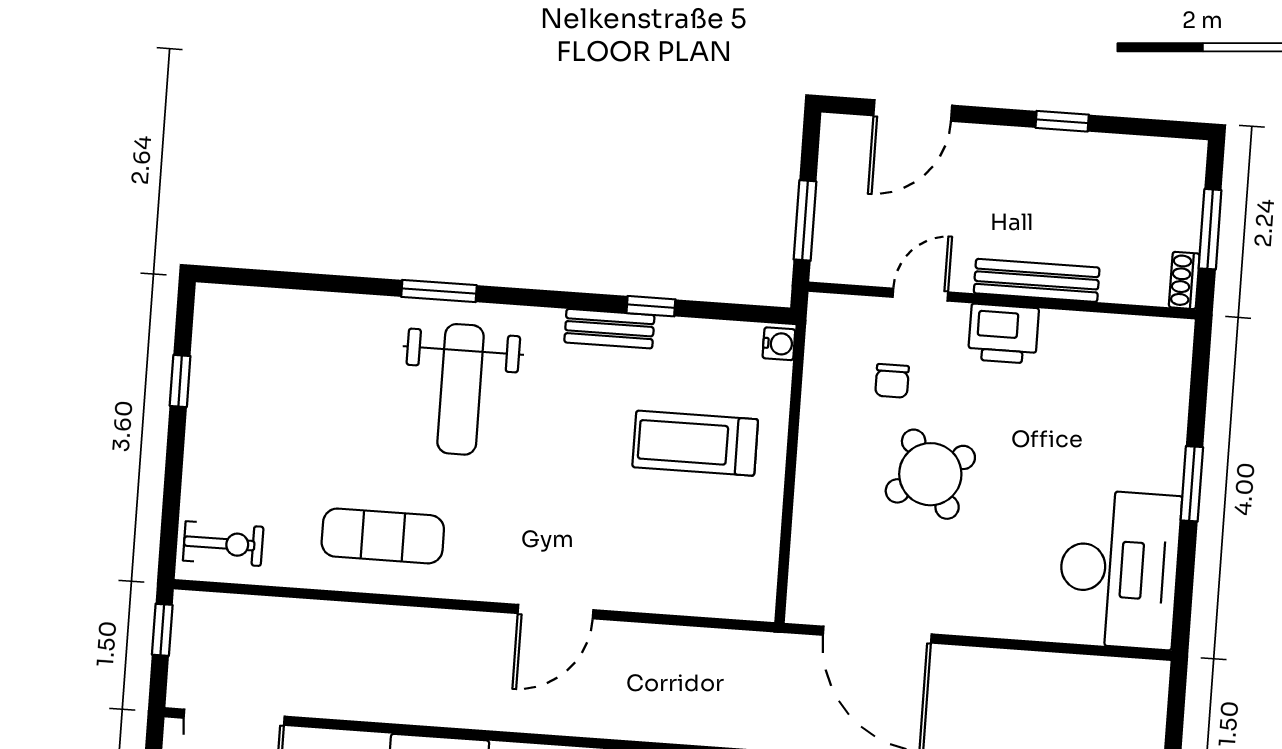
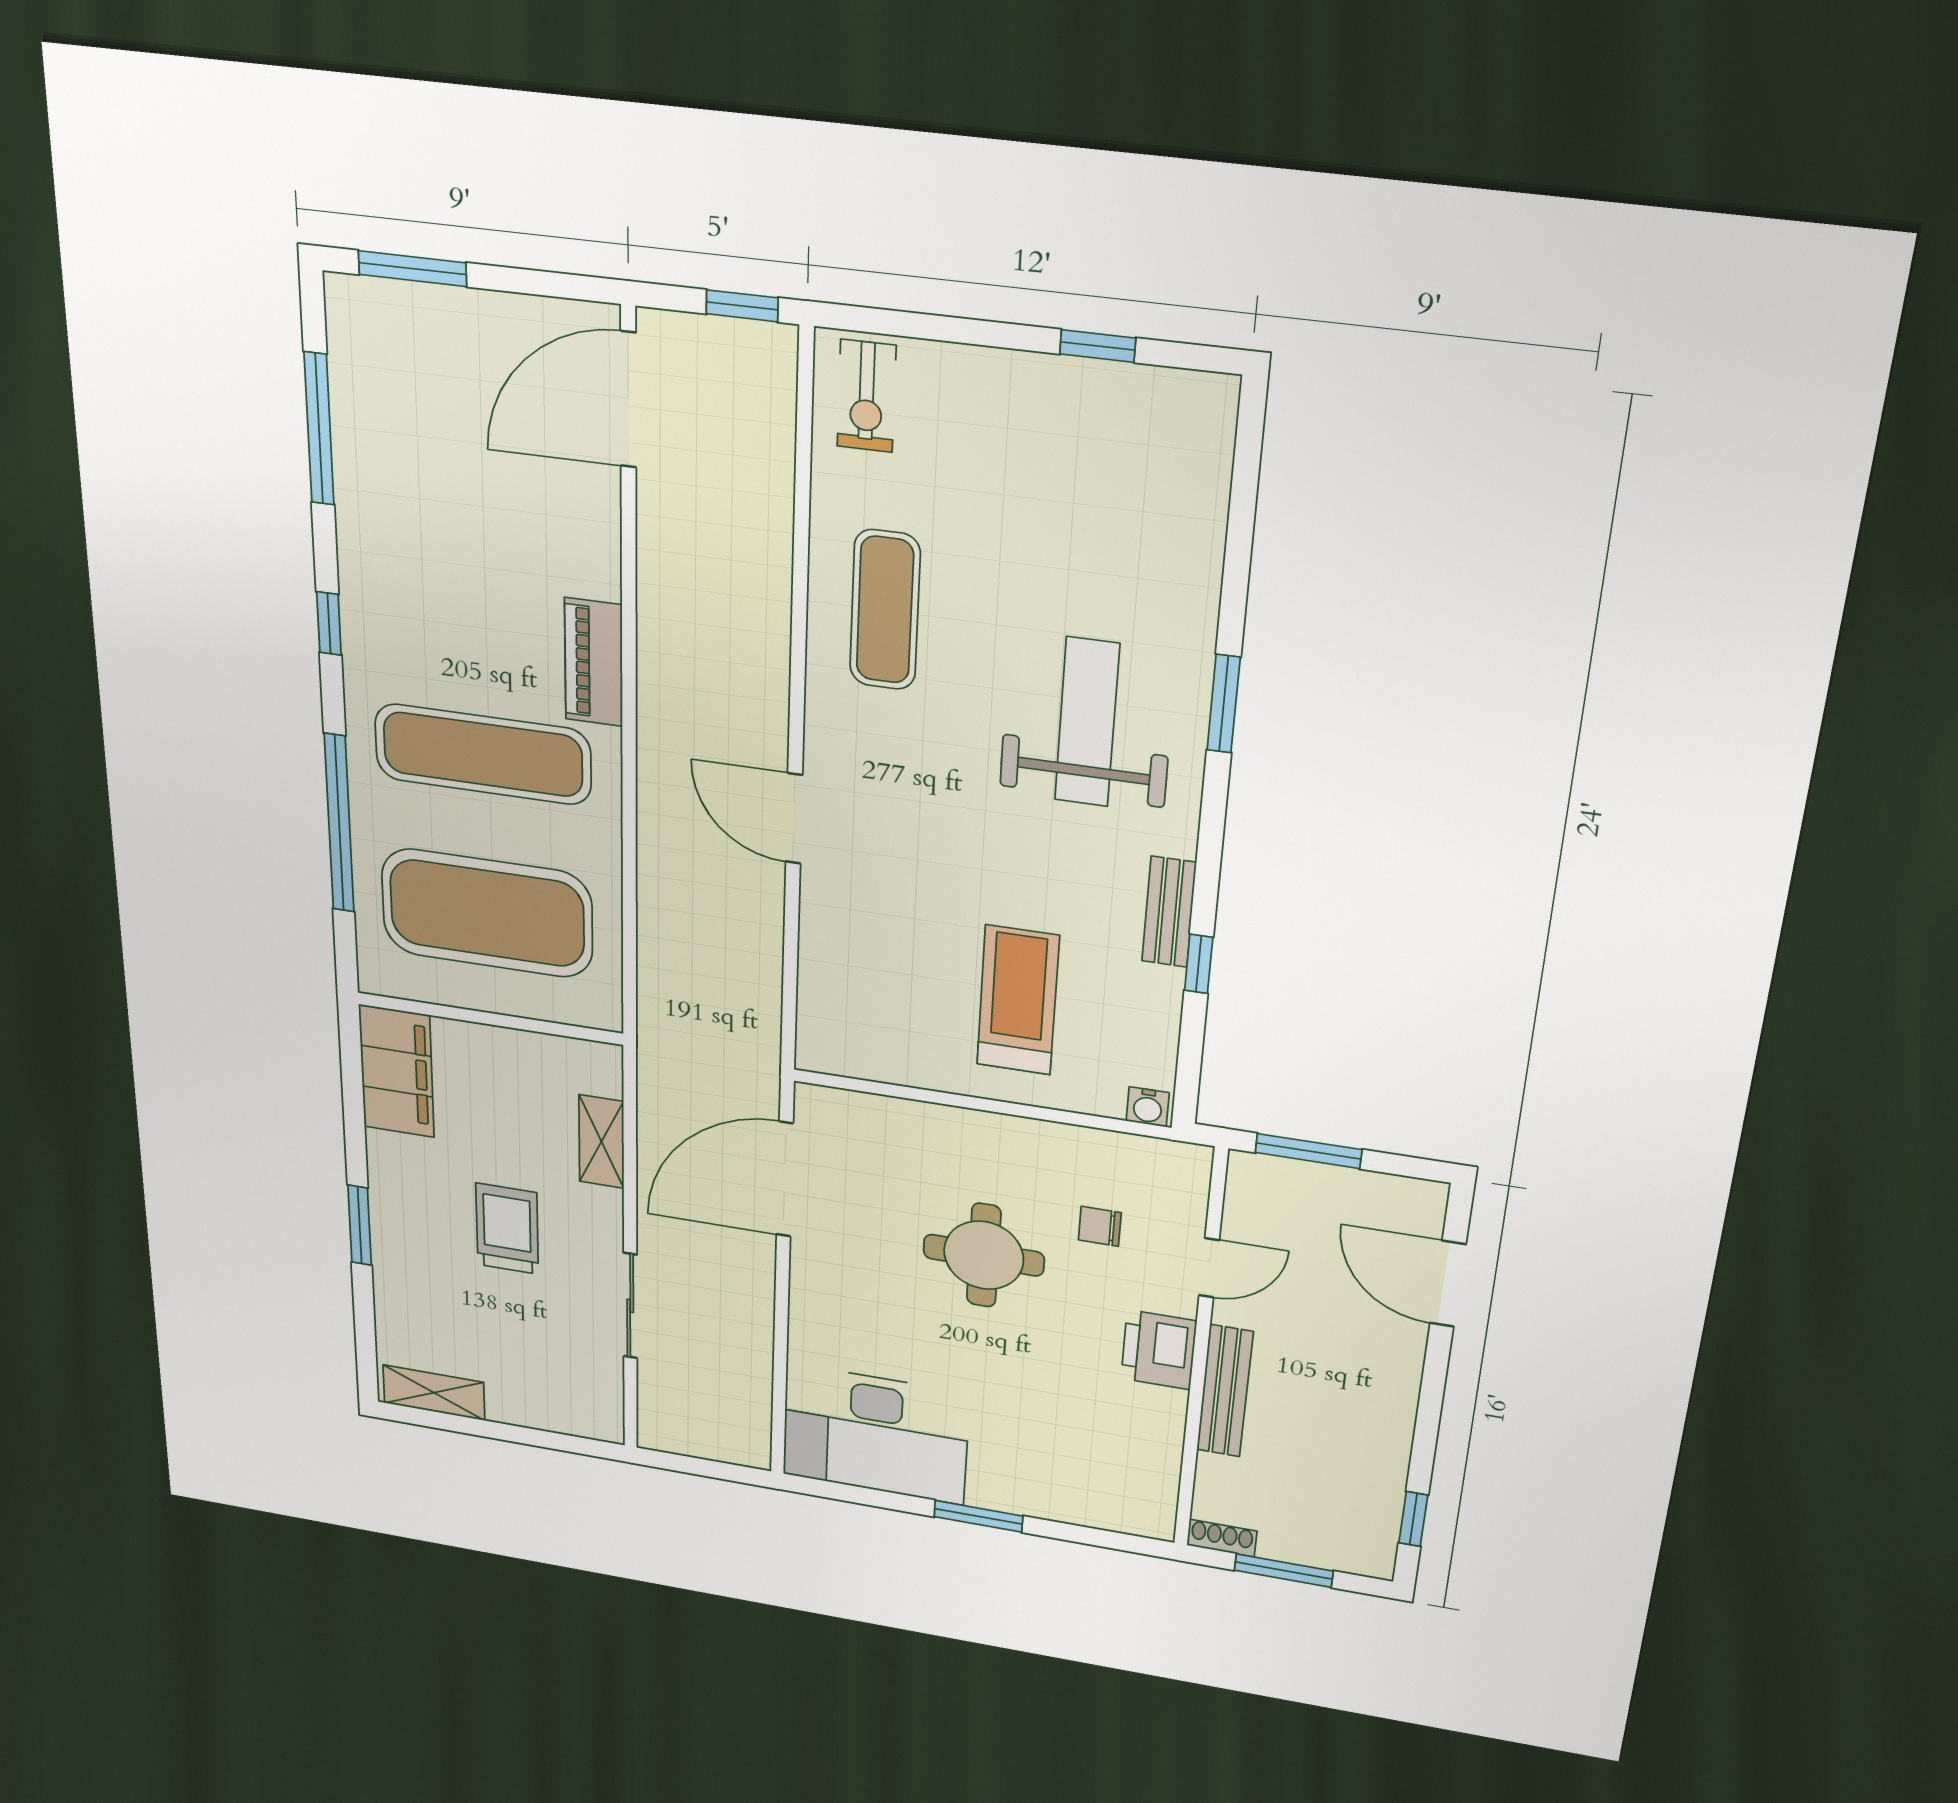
window: (1062, 121) -> (1413, 1519), moved
door: (920, 295) -> (1209, 1268), hinge flipped
weight bench: (461, 389) -> (1087, 722), turned 90
round table: (930, 474) -> (984, 1255), turned 31

